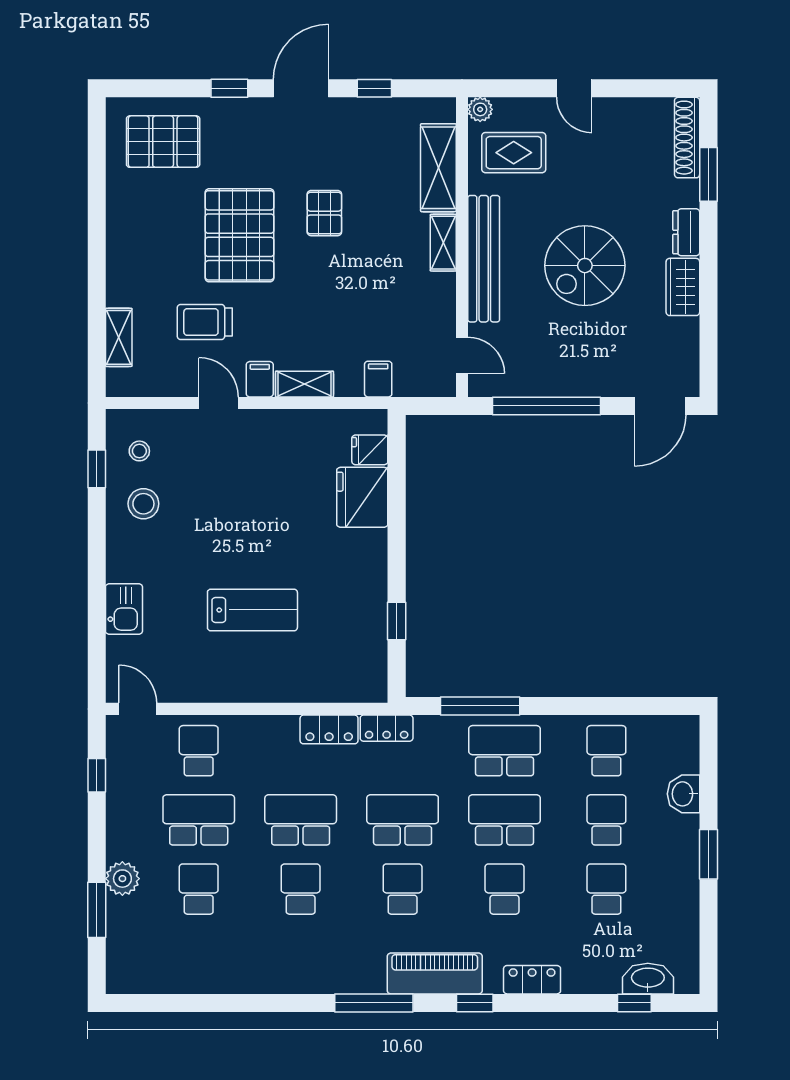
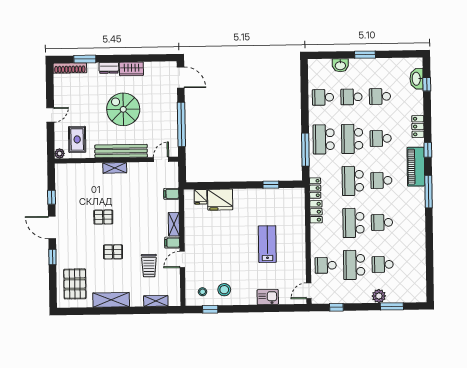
shelving: (438, 168) -> (111, 300), moved
pallet: (239, 235) -> (113, 252), width x0.49, depth x0.50
spiral stairs: (585, 266) -> (123, 109), turned 180

